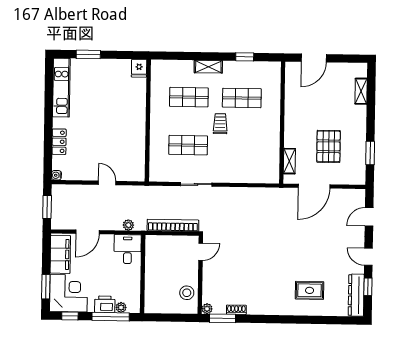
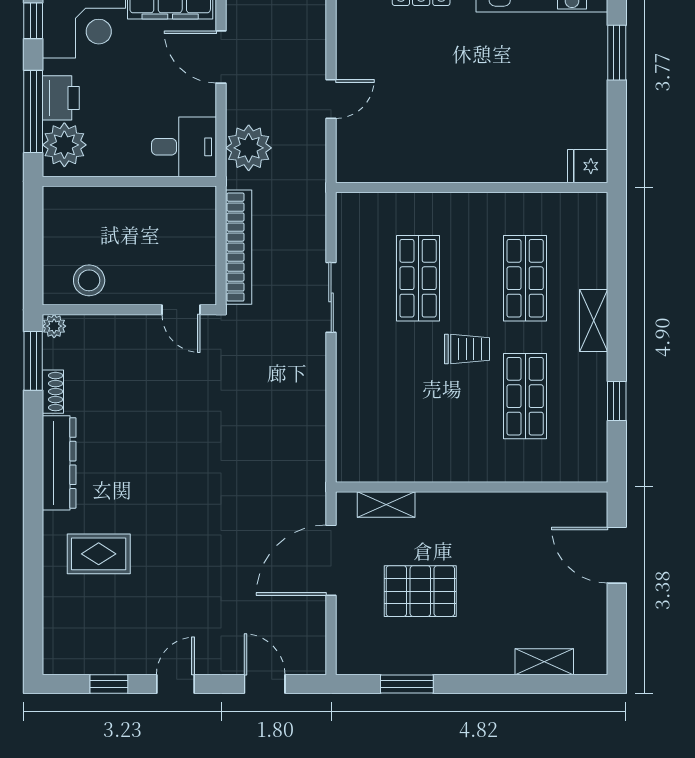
door: (314, 186) -> (331, 560), hinge flipped
plant: (128, 225) -> (249, 148), width x1.88, depth x1.88
rug: (310, 290) -> (99, 554), turned 90
dresser: (356, 295) -> (59, 463), moved, turned 90
plant: (121, 307) -> (64, 145), width x1.87, depth x1.87

